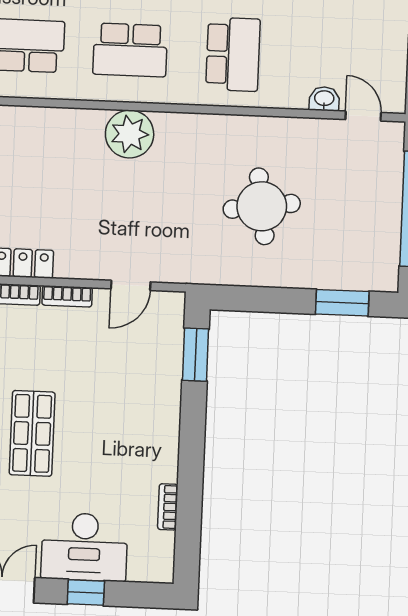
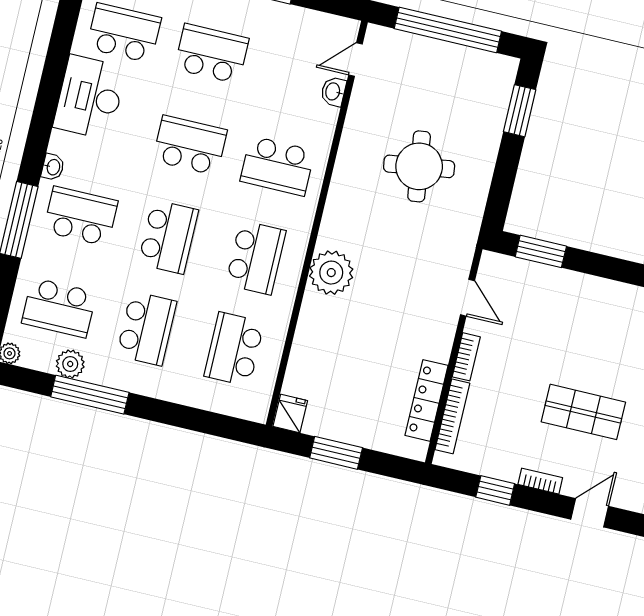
school desk: (233, 54) -> (277, 166), turned 180

